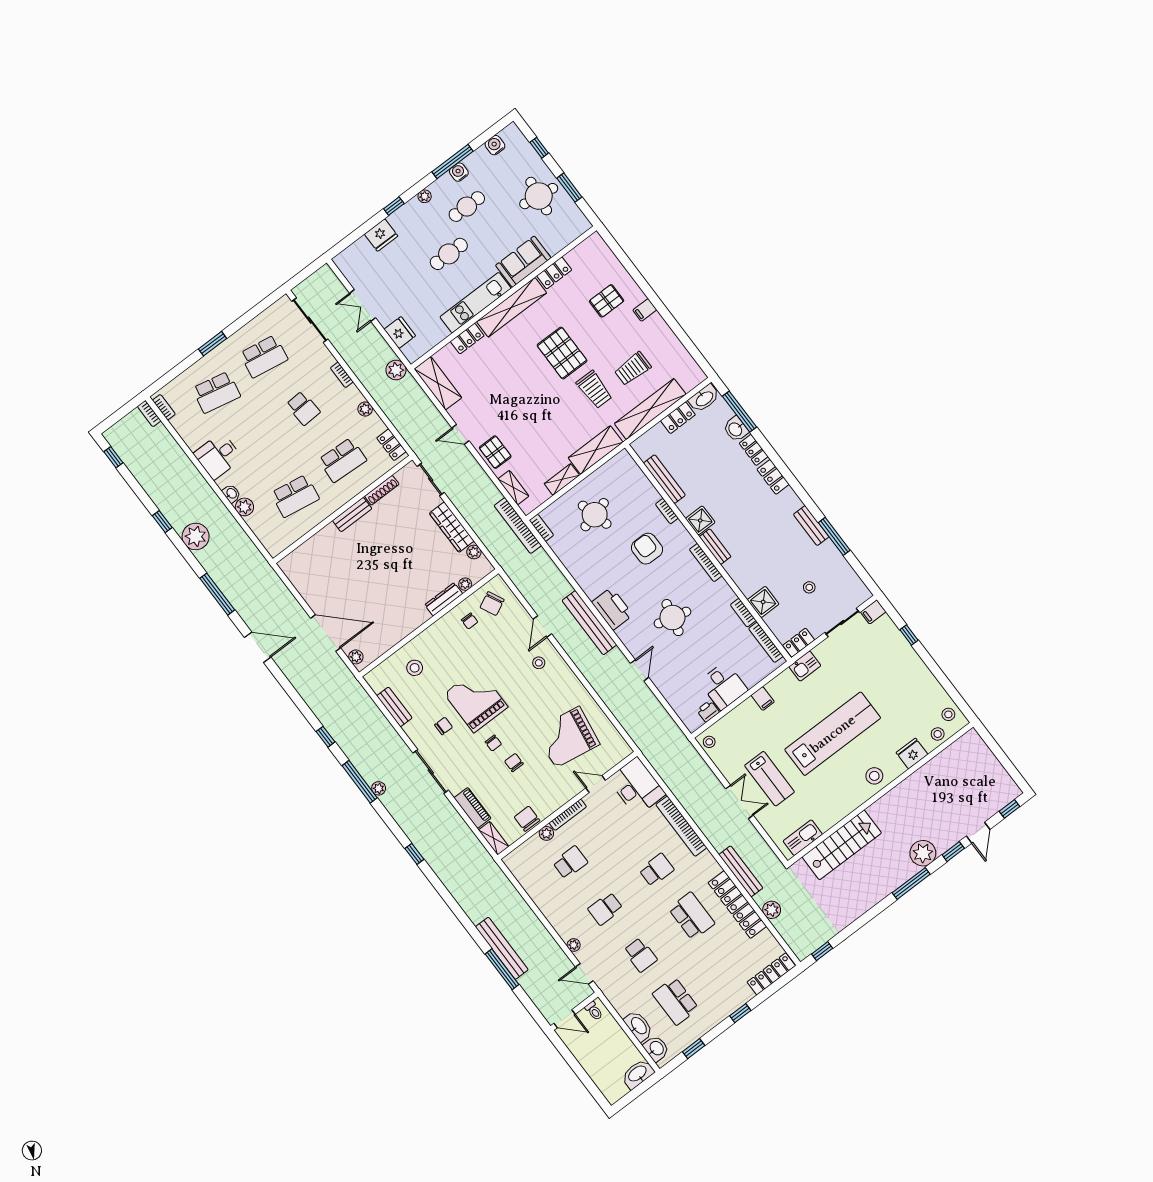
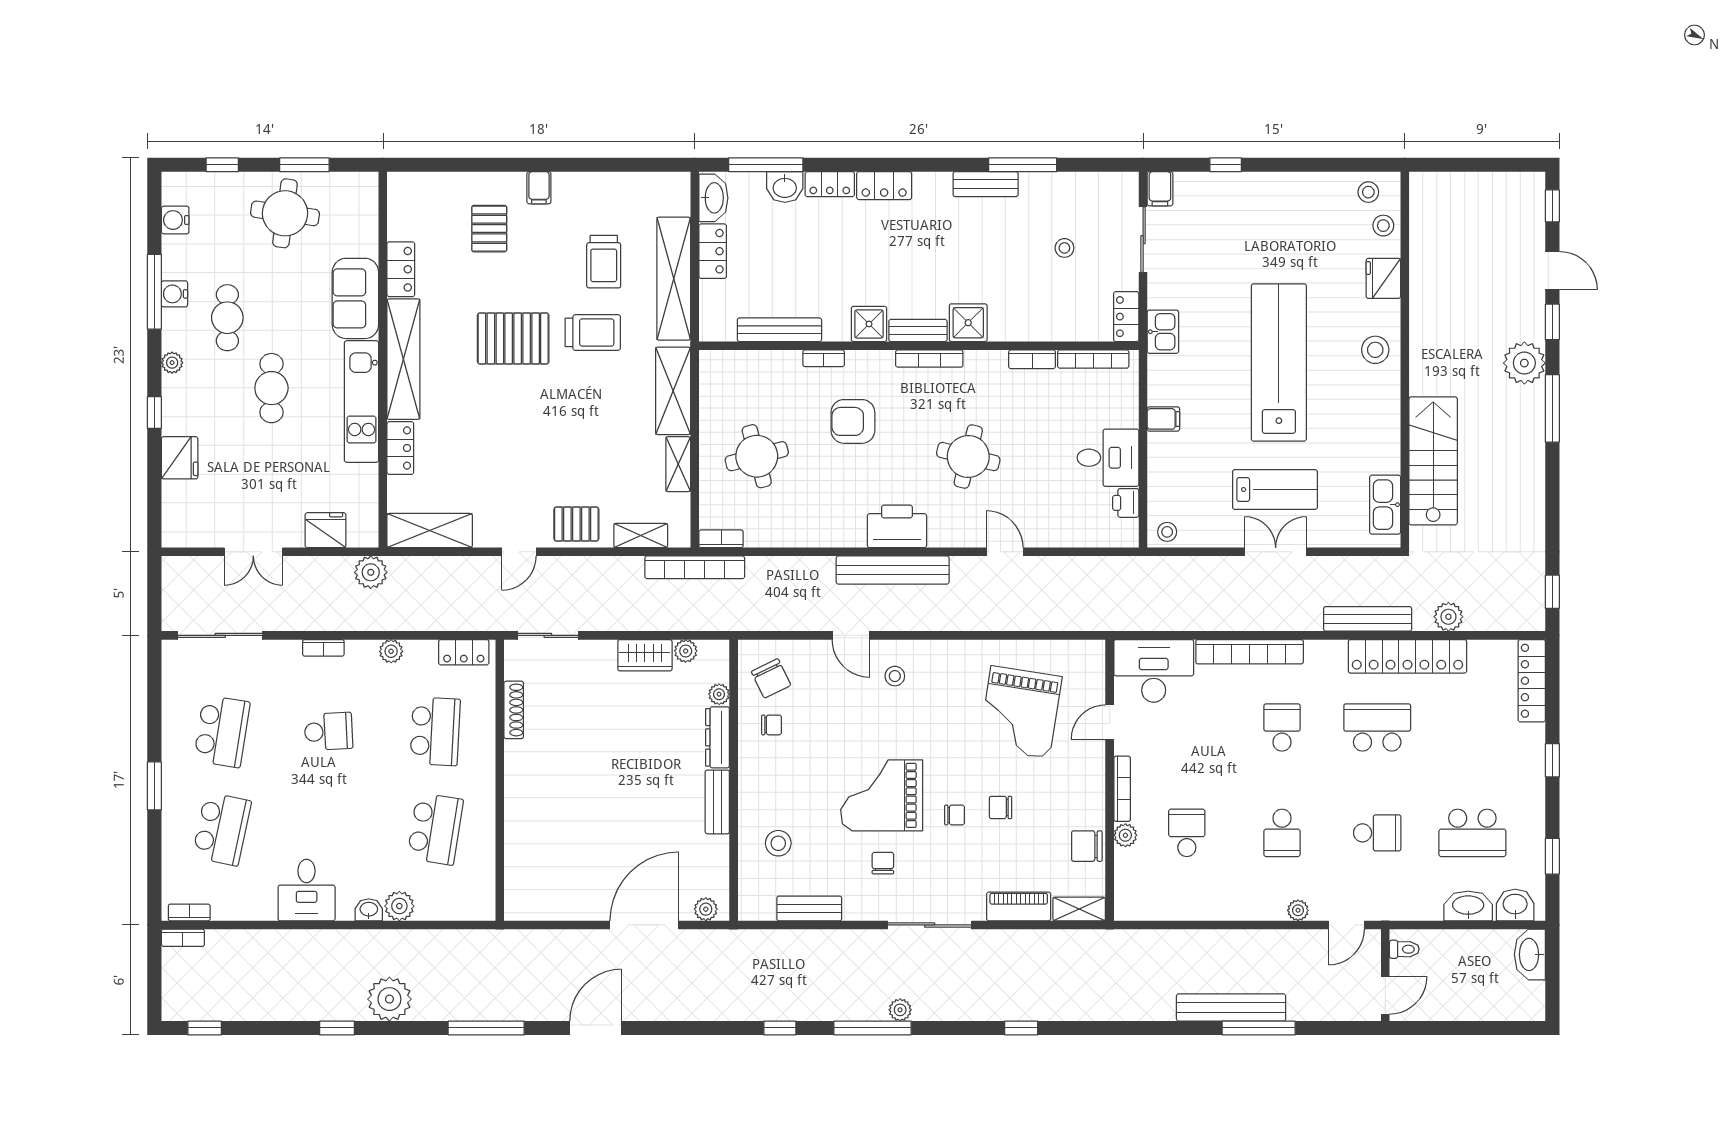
bench: (352, 515) -> (717, 802), moved
wardrobe: (452, 527) -> (645, 655), width x0.67
shower: (763, 602) -> (968, 323), moved

